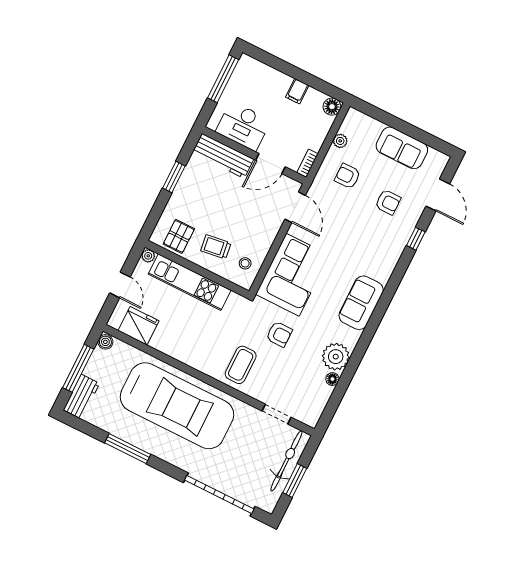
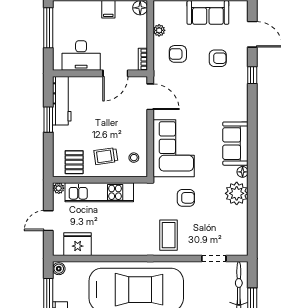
workbench: (223, 156) -> (62, 101), moved, turned -90
door: (120, 285) -> (48, 221), swing flipped
floor lamp: (332, 379) -> (243, 172), moved

